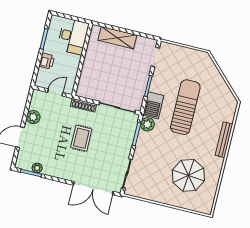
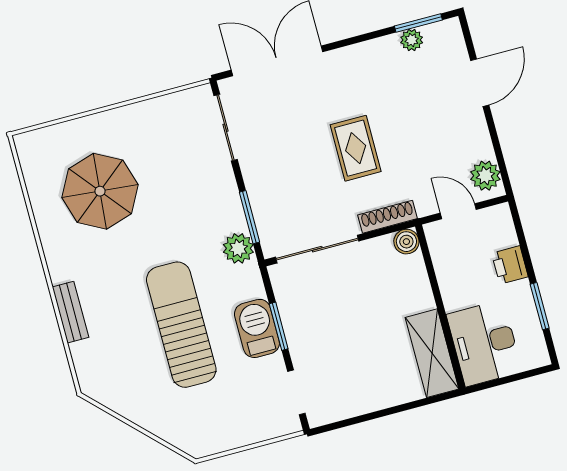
shelving: (117, 38) -> (432, 353), moved, turned 90
door: (55, 92) -> (458, 211), swing flipped
boiler: (81, 92) -> (406, 242), added
barbecue: (153, 105) -> (257, 328), moved
sun lounger: (185, 107) -> (181, 325), turned 180
plant: (33, 117) -> (485, 176), moved
bench: (224, 140) -> (70, 312), width x0.73

